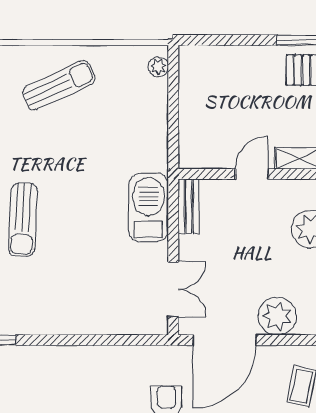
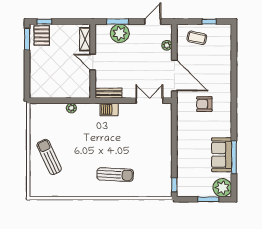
plant: (158, 67) -> (71, 108), moved
barbecue: (149, 207) -> (109, 109), width x0.53, depth x0.65
plant: (277, 316) -> (167, 45), width x0.53, depth x0.53

